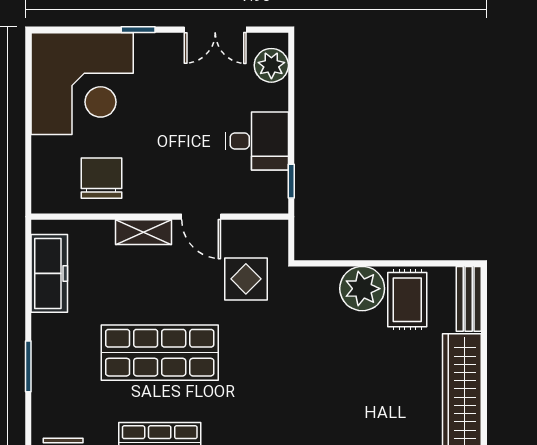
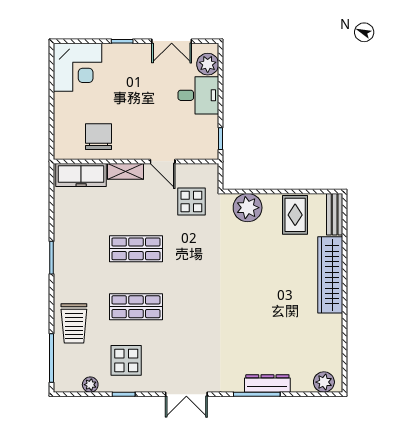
corner desk: (82, 84) -> (77, 67), width x0.74, depth x0.74
desk: (257, 141) -> (198, 95), moved
freezer: (49, 273) -> (81, 175), moved, turned 90
plant: (362, 289) -> (248, 208), moved
shop shelf: (160, 353) -> (136, 249), width x0.70, depth x0.74

